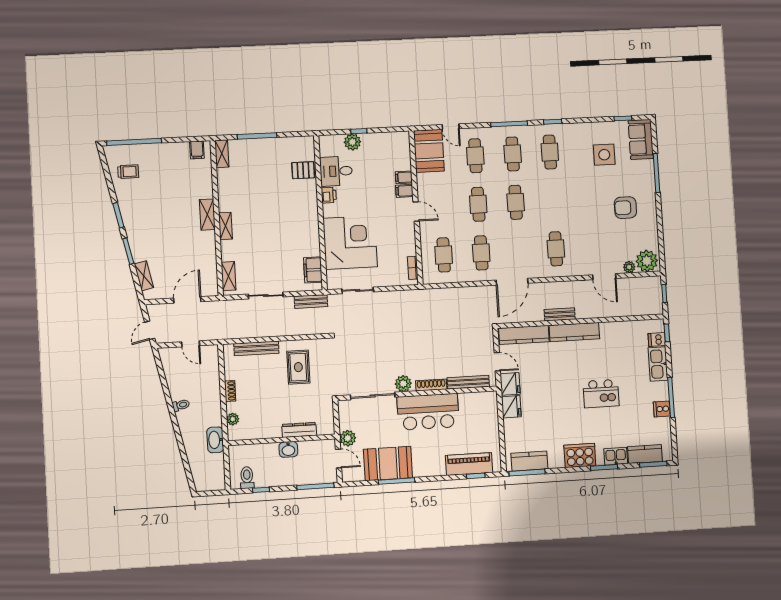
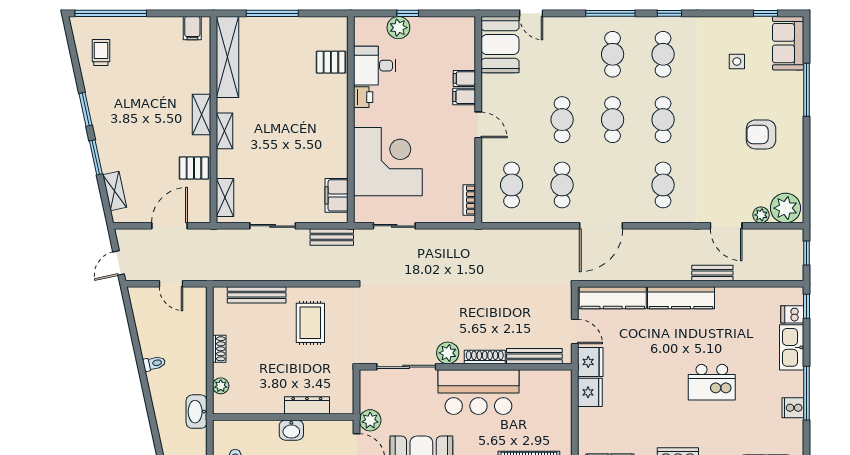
shelving: (222, 154) -> (228, 57), width x2.20, depth x1.33
side table: (604, 155) -> (737, 61), width x0.54, depth x0.54
cafe table: (475, 156) -> (663, 120), moved
trolley: (128, 172) -> (101, 52), turned -90
pallet: (204, 255) -> (194, 168), added
bench: (560, 314) -> (712, 273), moved

